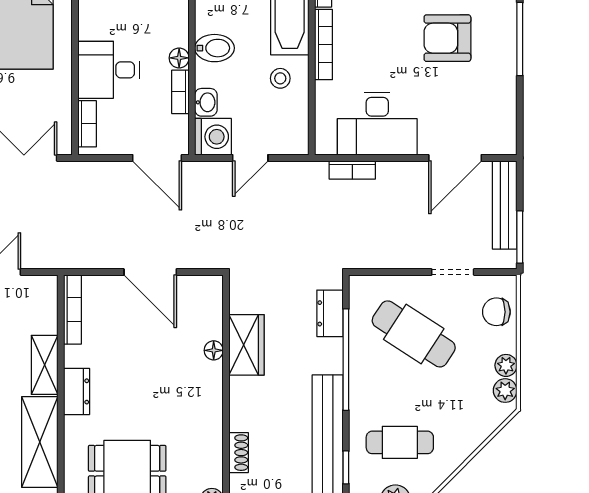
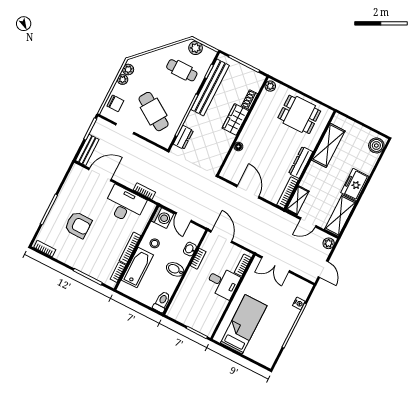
floor lamp: (179, 58) -> (192, 273), removed
washing machine: (213, 137) -> (163, 217), moved, turned 180
door: (250, 158) -> (183, 217), swing flipped
bench: (505, 205) -> (87, 150), width x0.73
wardrobe: (247, 345) -> (235, 119), moved
shelving: (45, 365) -> (298, 200), moved
dresser: (77, 391) -> (301, 162), width x1.44

